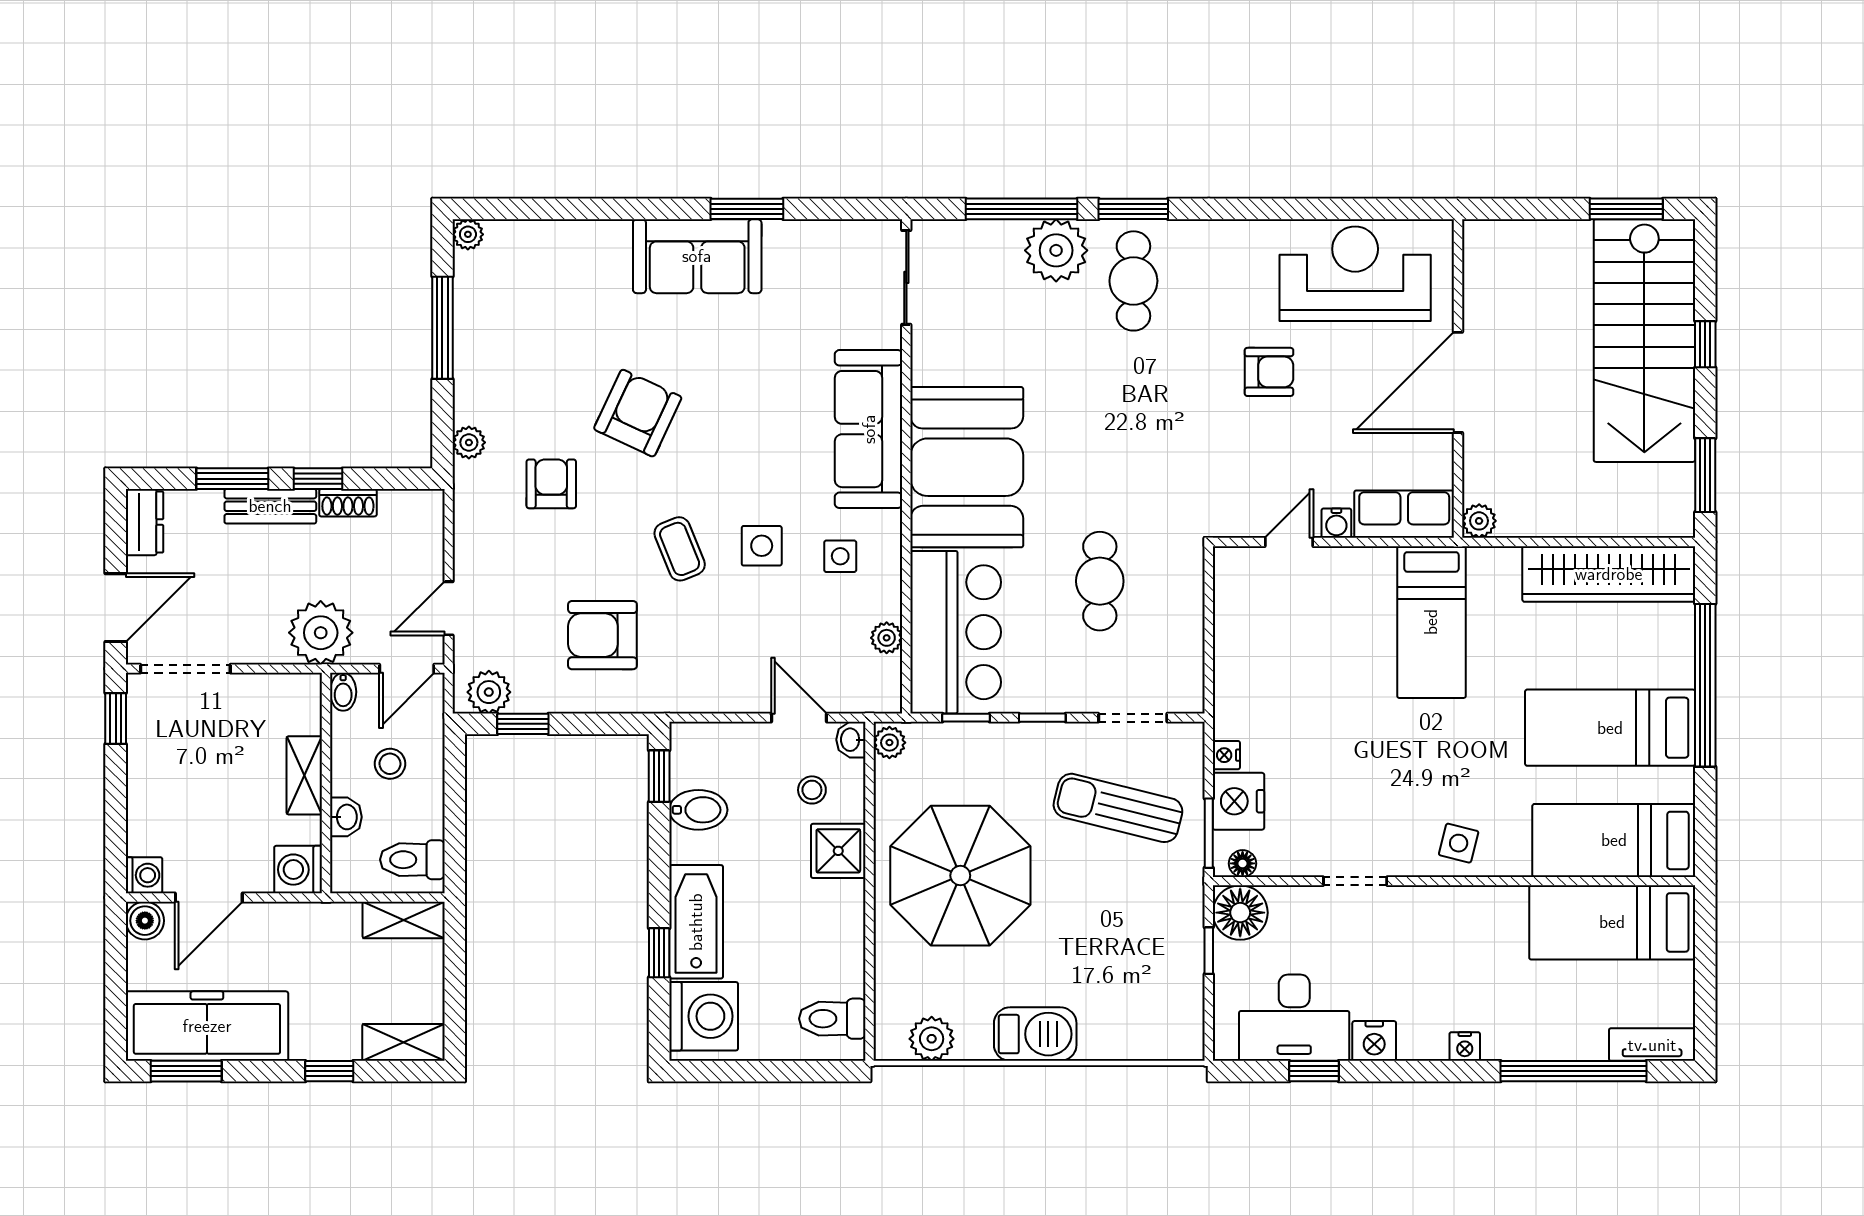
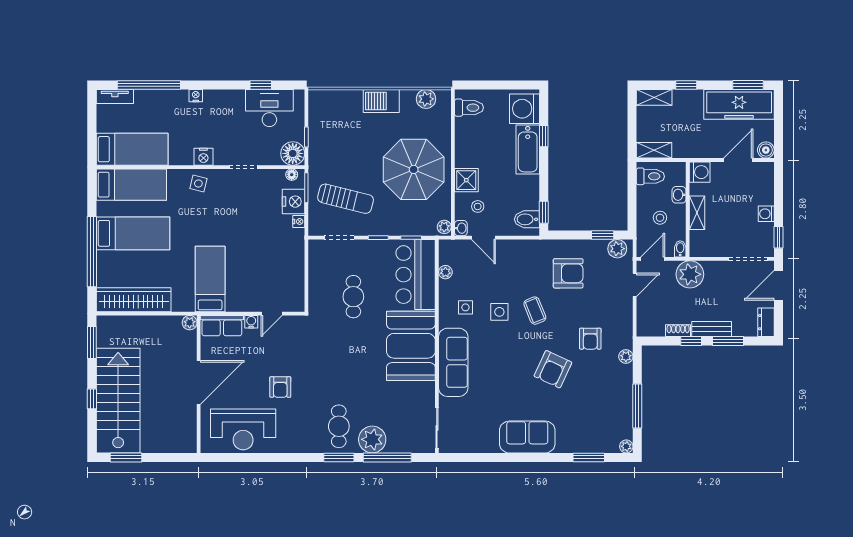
window: (747, 209) -> (589, 457), moved
armchair: (1269, 372) -> (280, 387), turned -90
bidet: (698, 810) -> (527, 219), moved
washing machine: (144, 875) -> (766, 214), moved
nightstand: (1374, 1041) -> (203, 157), moved, turned 180

